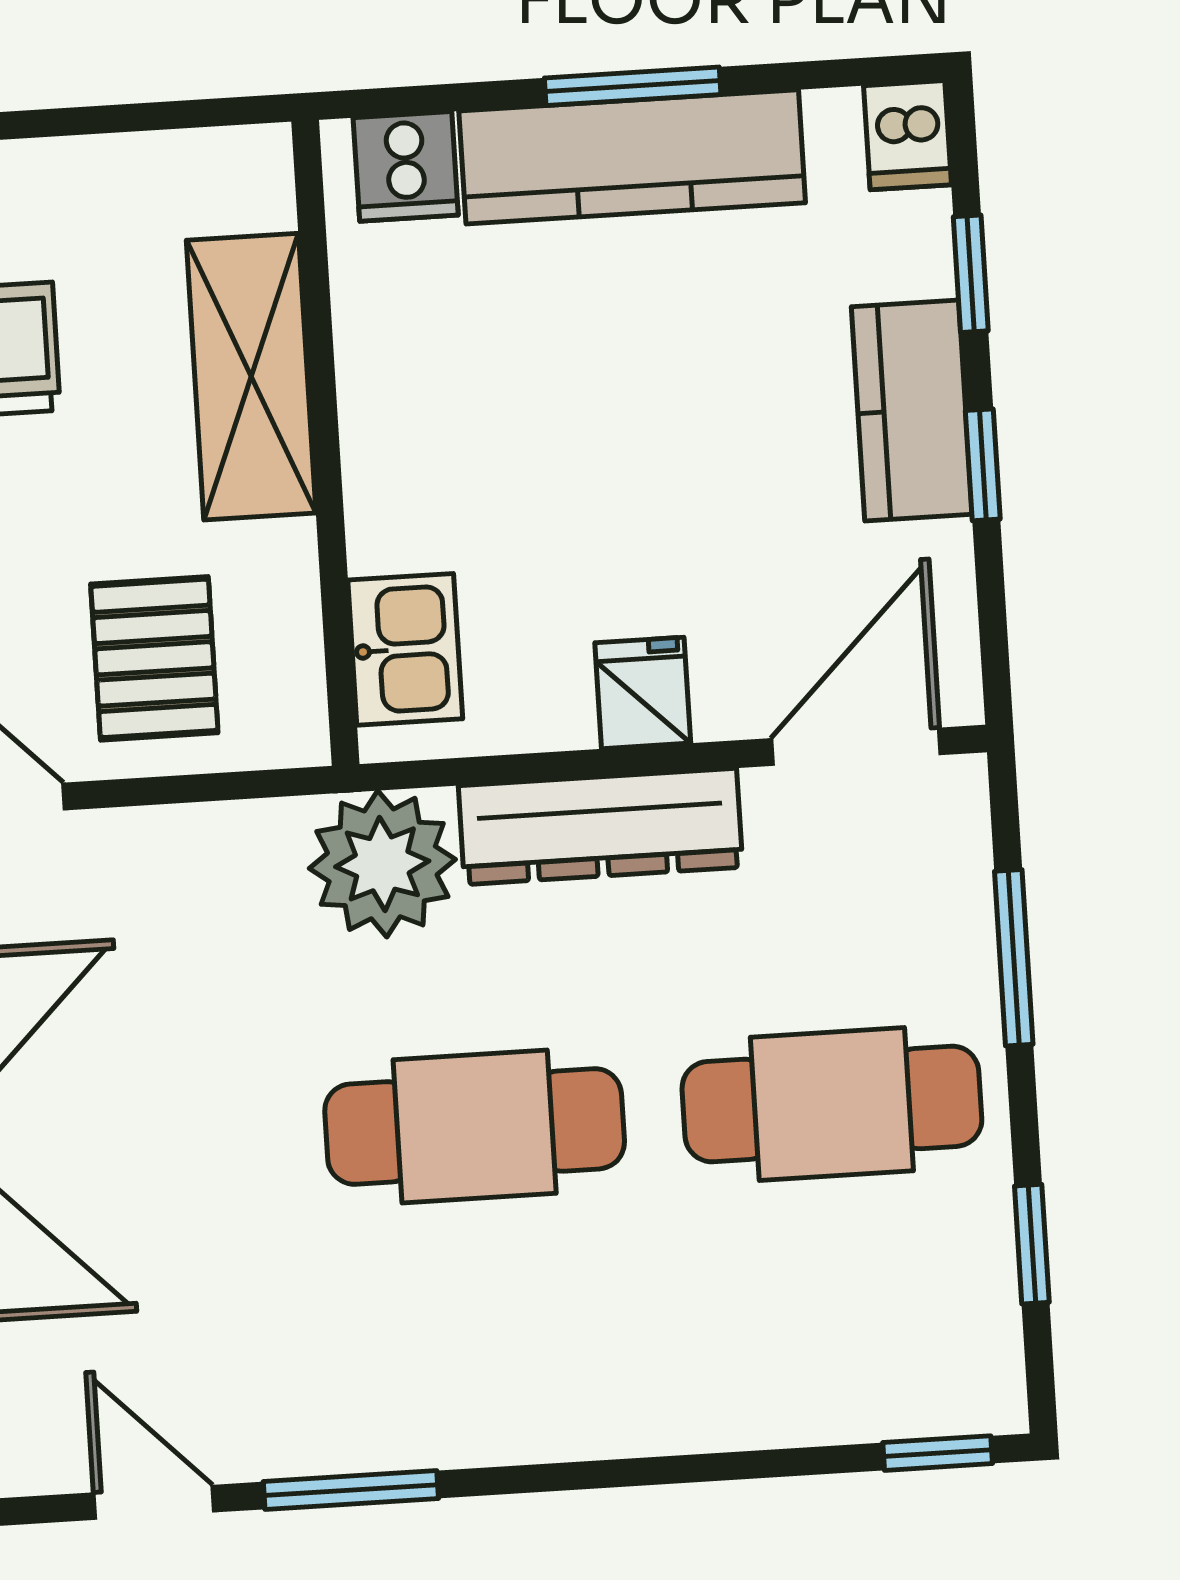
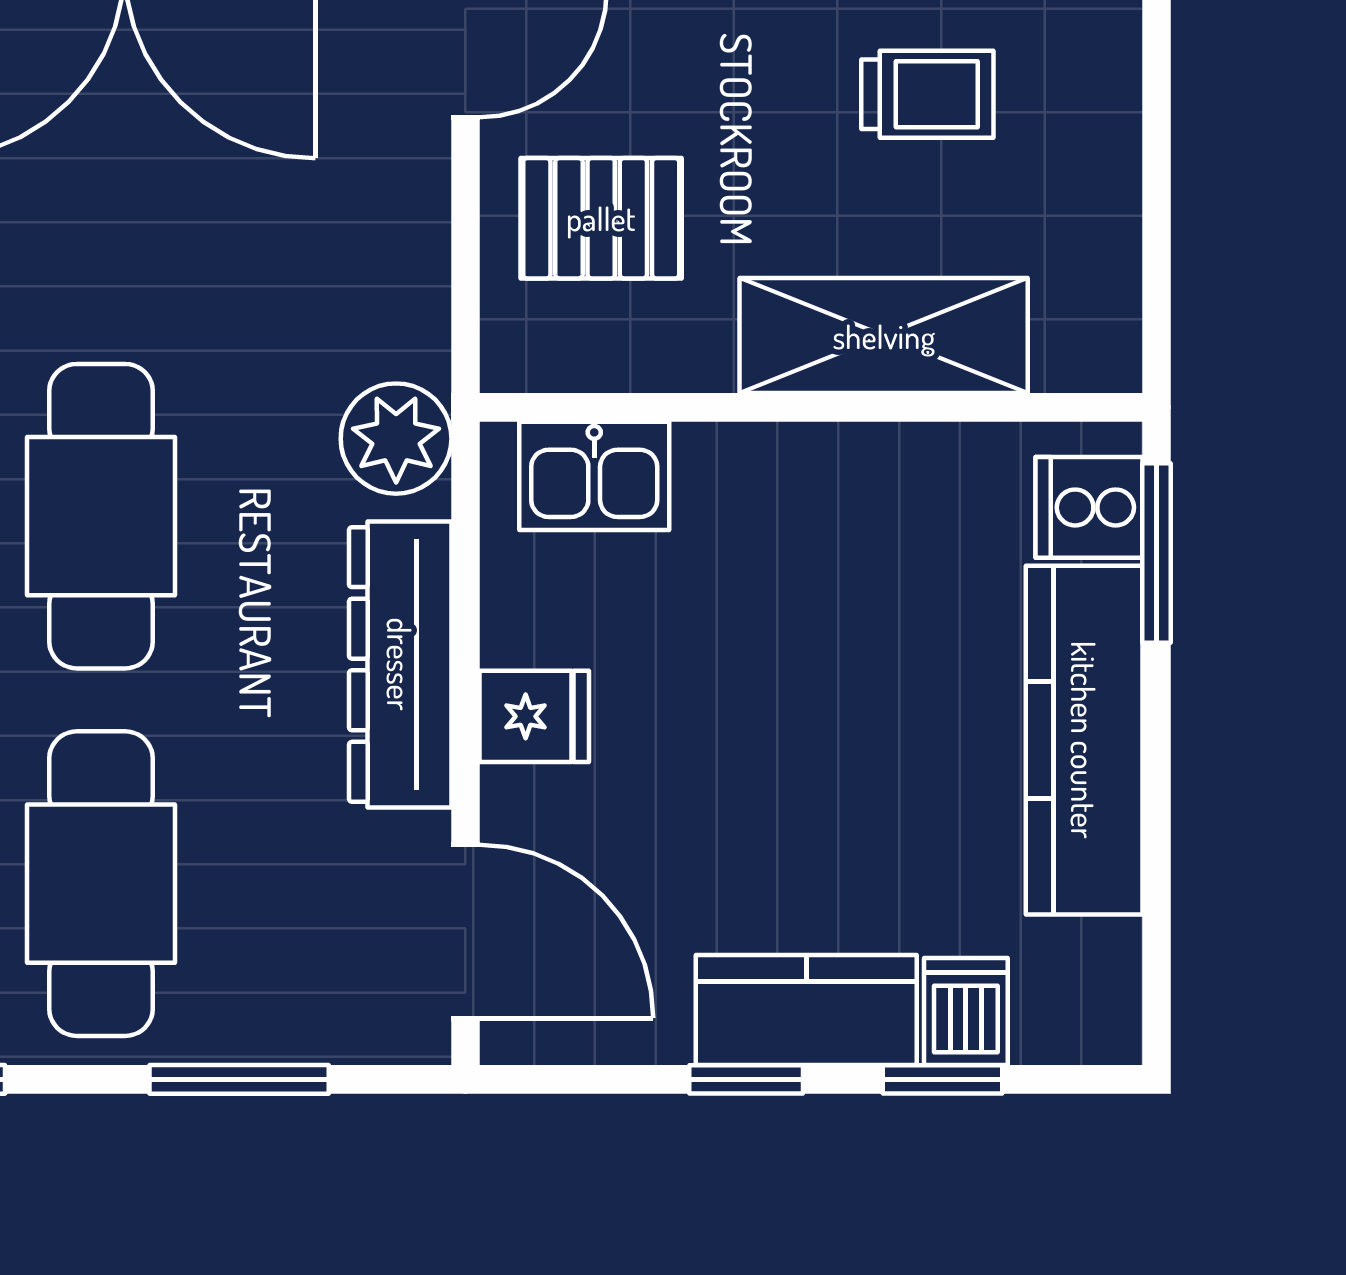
window: (633, 86) -> (1156, 553), moved
dishwasher: (907, 135) -> (966, 1011), moved, turned 90
plant: (382, 864) -> (396, 439), width x0.73, depth x0.73

